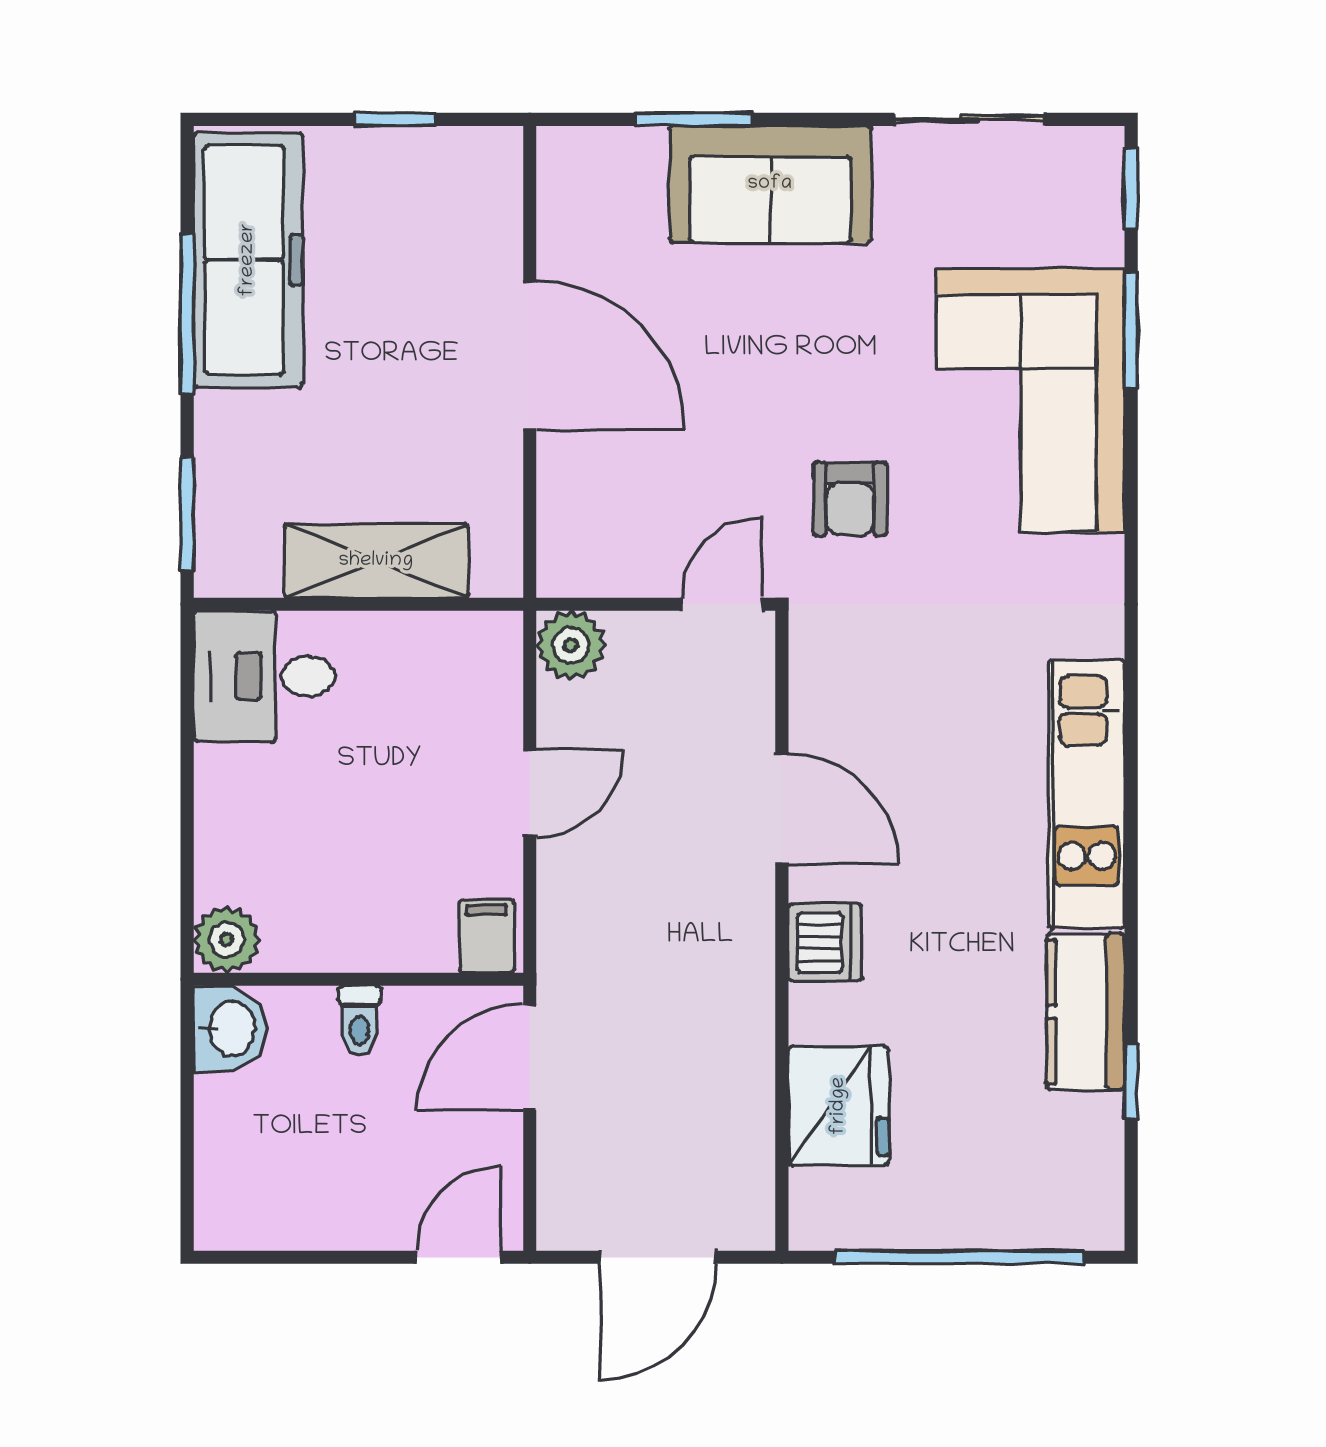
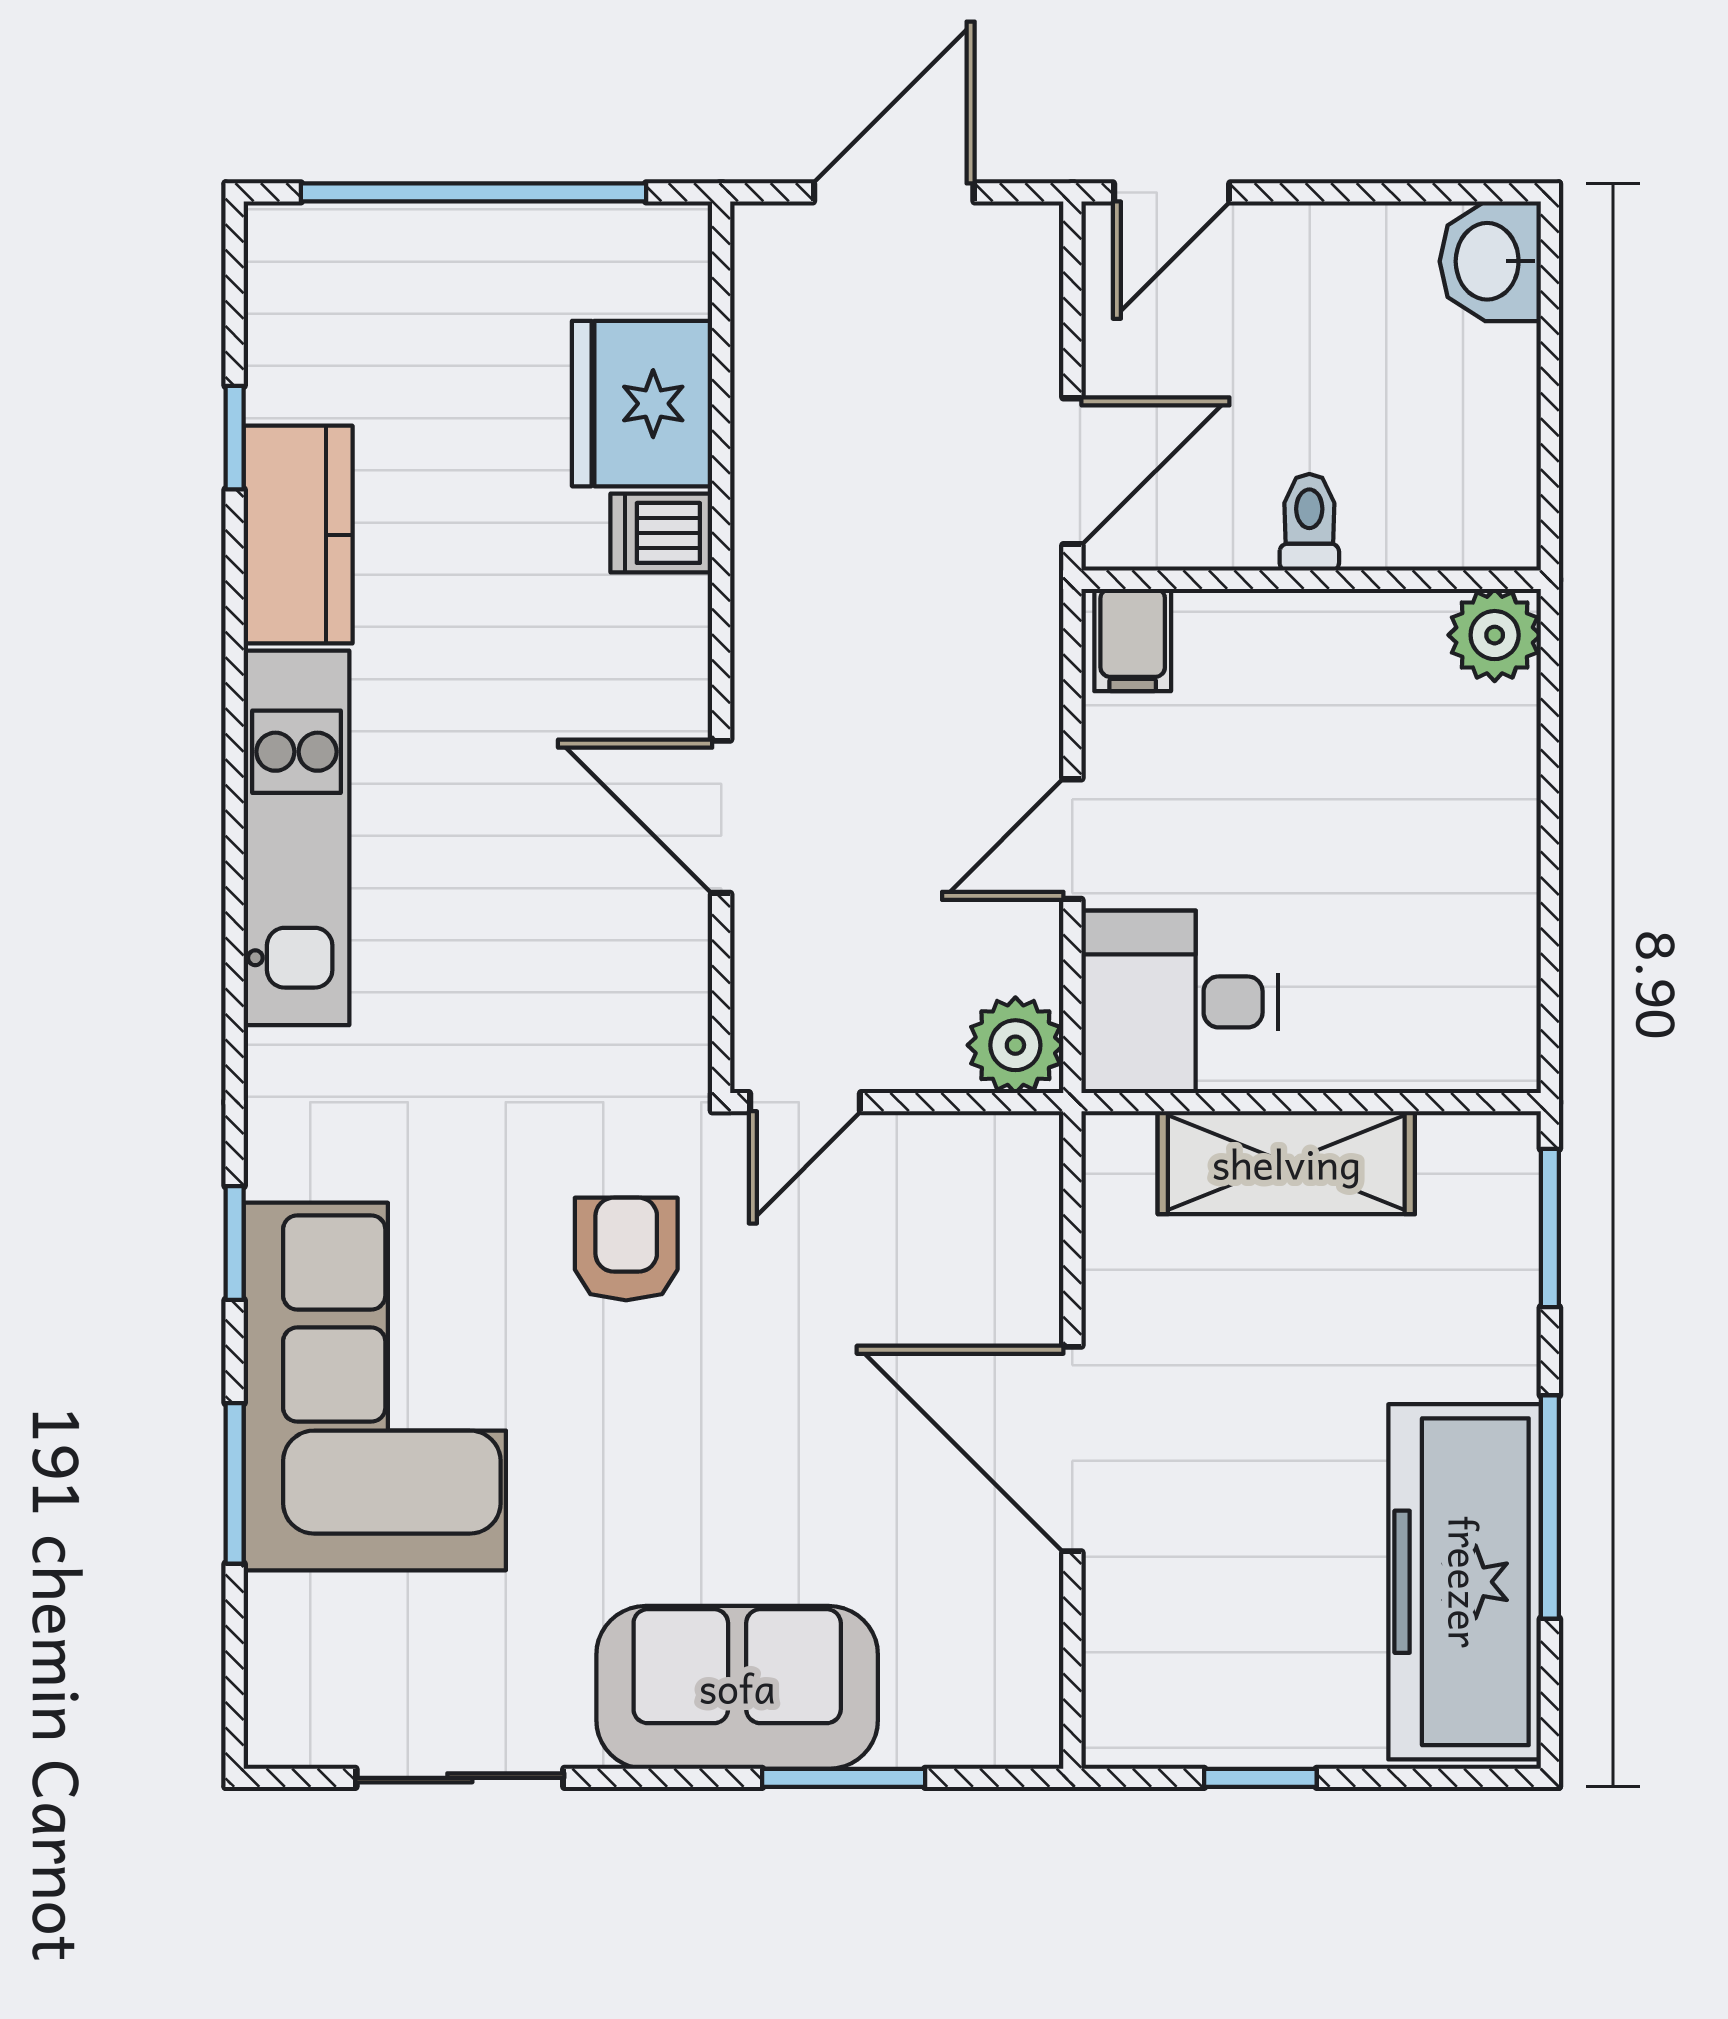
window: (1131, 188) -> (235, 1243), moved
desk: (264, 676) -> (1180, 1002), moved, turned 180
dishwasher: (825, 942) -> (661, 533), moved, width x0.73
washbasin: (230, 1029) -> (1490, 261), moved

